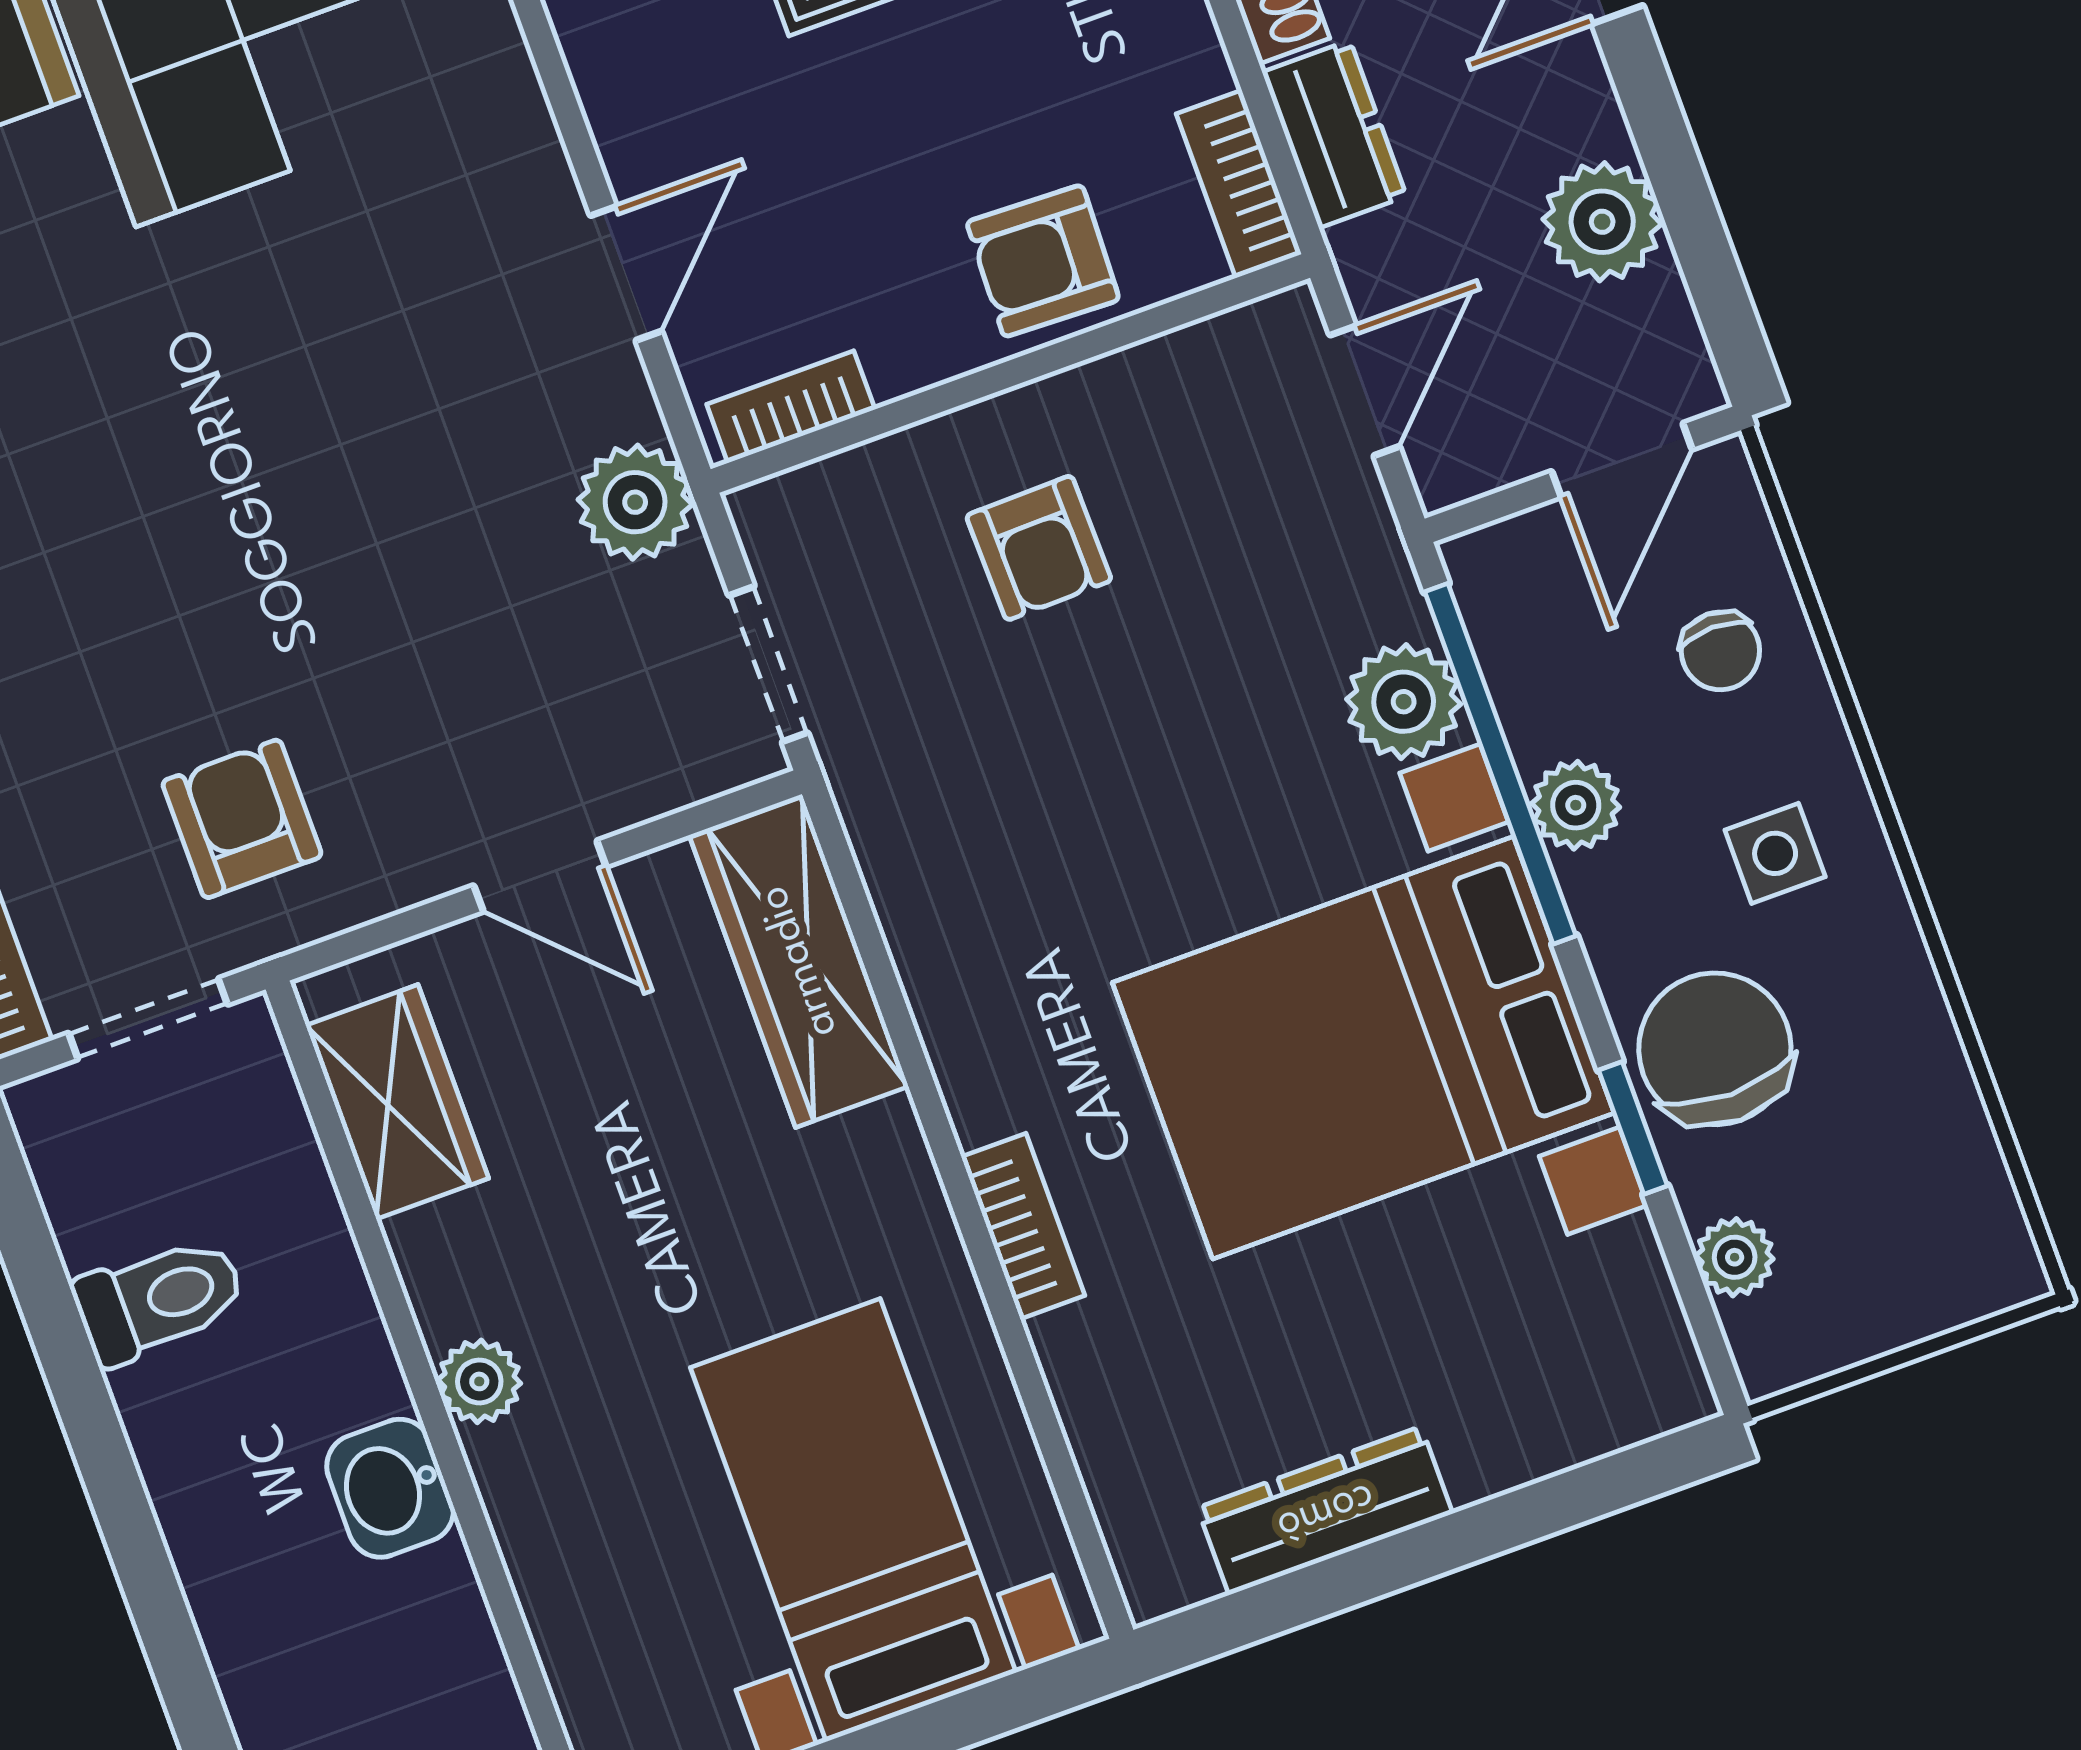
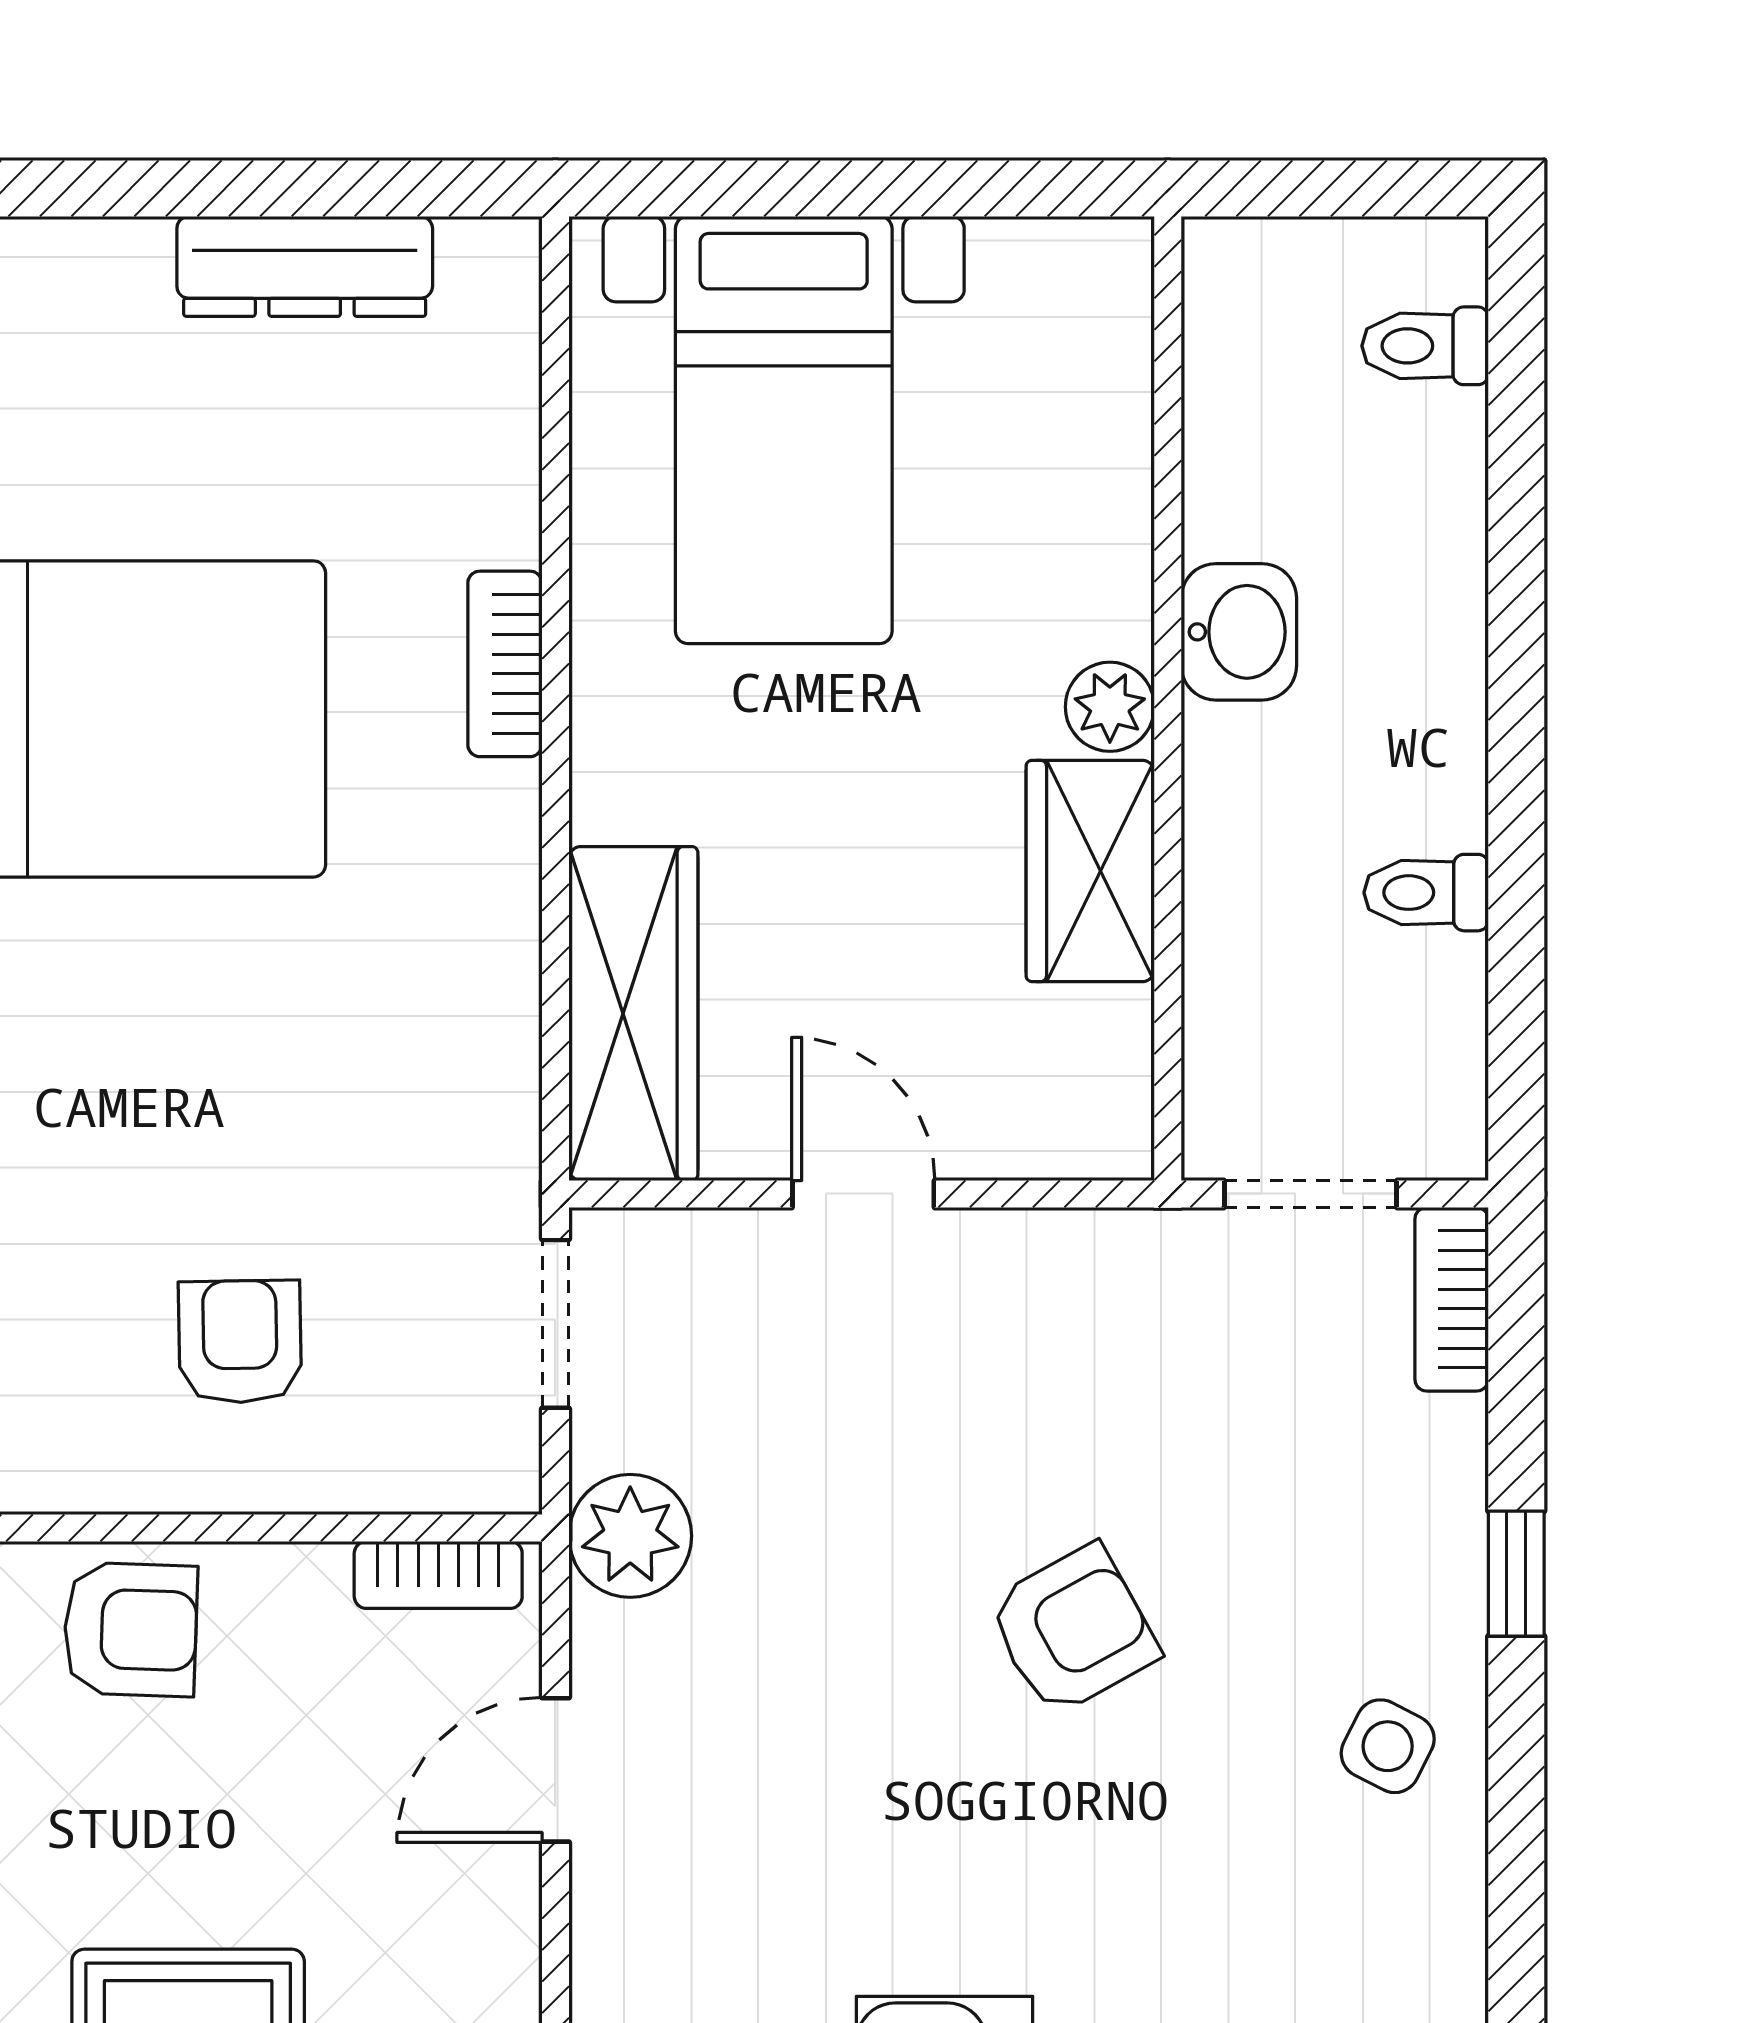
armchair: (242, 819) -> (1073, 1630), moved, turned -119
wardrobe: (397, 1102) -> (1090, 871), moved
toilet: (159, 1300) -> (1426, 893), width x0.73, depth x0.72

